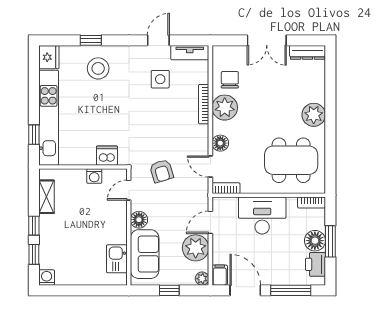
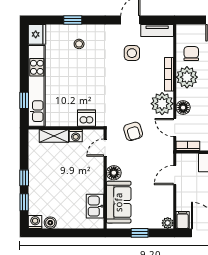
stool: (98, 68) -> (79, 44), width x0.53, depth x0.53
shelving: (46, 197) -> (54, 136), moved, turned 90
plant: (196, 248) -> (162, 104), moved
boiler: (64, 278) -> (50, 223), added

